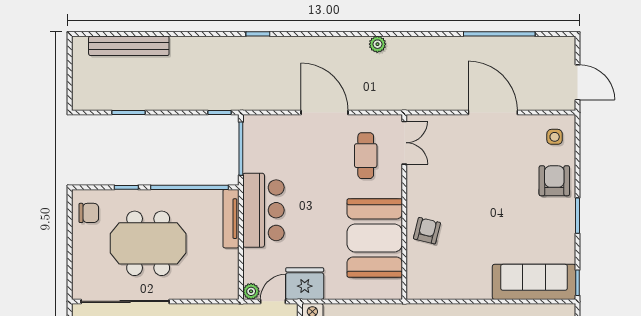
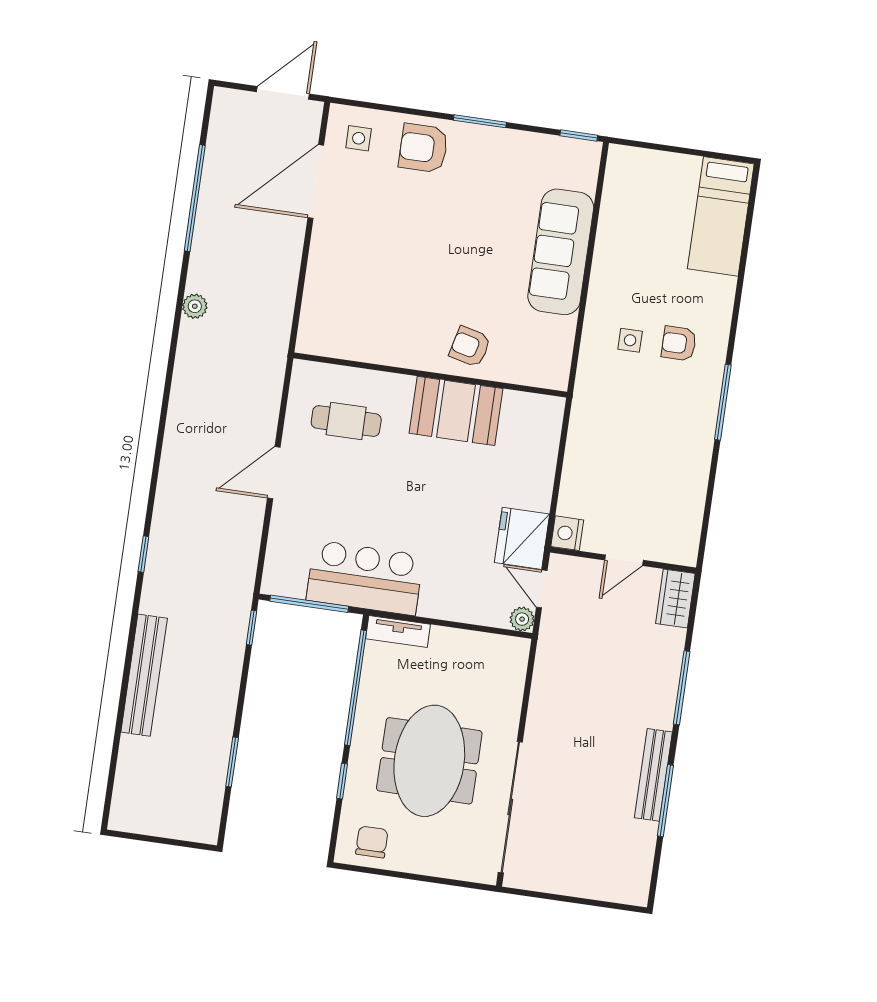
plant: (377, 44) -> (195, 306), moved
bench: (129, 46) -> (144, 675), moved
door: (324, 113) -> (274, 473), width x0.73
door: (493, 113) -> (316, 182), moved
double door: (404, 143) -> (335, 361), removed
bar counter: (263, 210) -> (365, 578), moved
tv unit: (231, 219) -> (398, 631), width x0.71
booth: (375, 238) -> (456, 411), width x0.73, depth x0.70
sofa: (534, 282) -> (561, 252), moved

